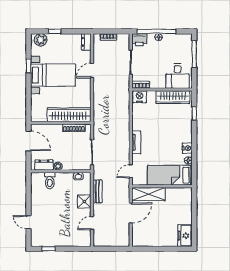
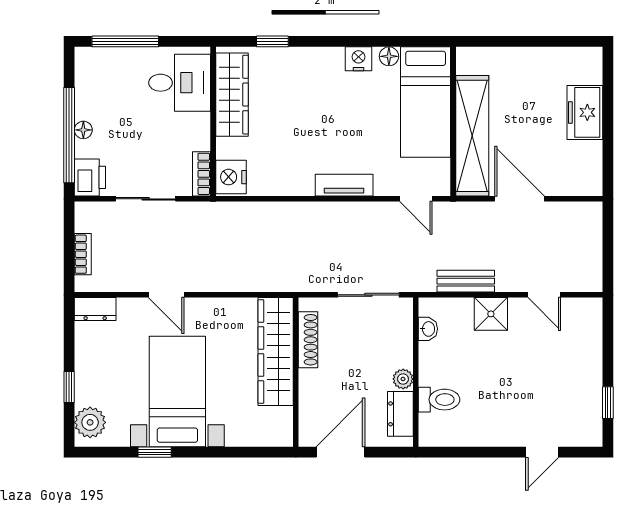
shelving: (148, 194) -> (472, 136), width x1.47
freezer: (185, 236) -> (585, 112), moved, turned 90

